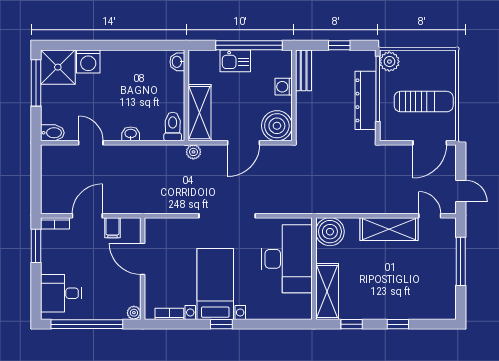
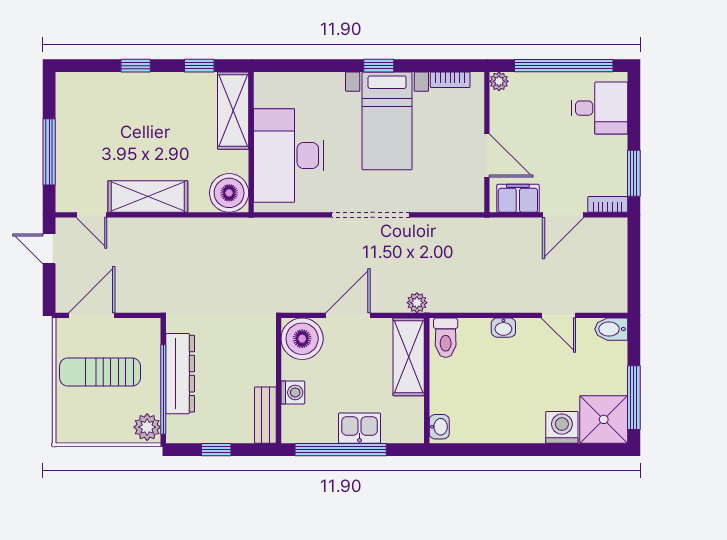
filing cabinet: (112, 228) -> (518, 198), width x2.00

